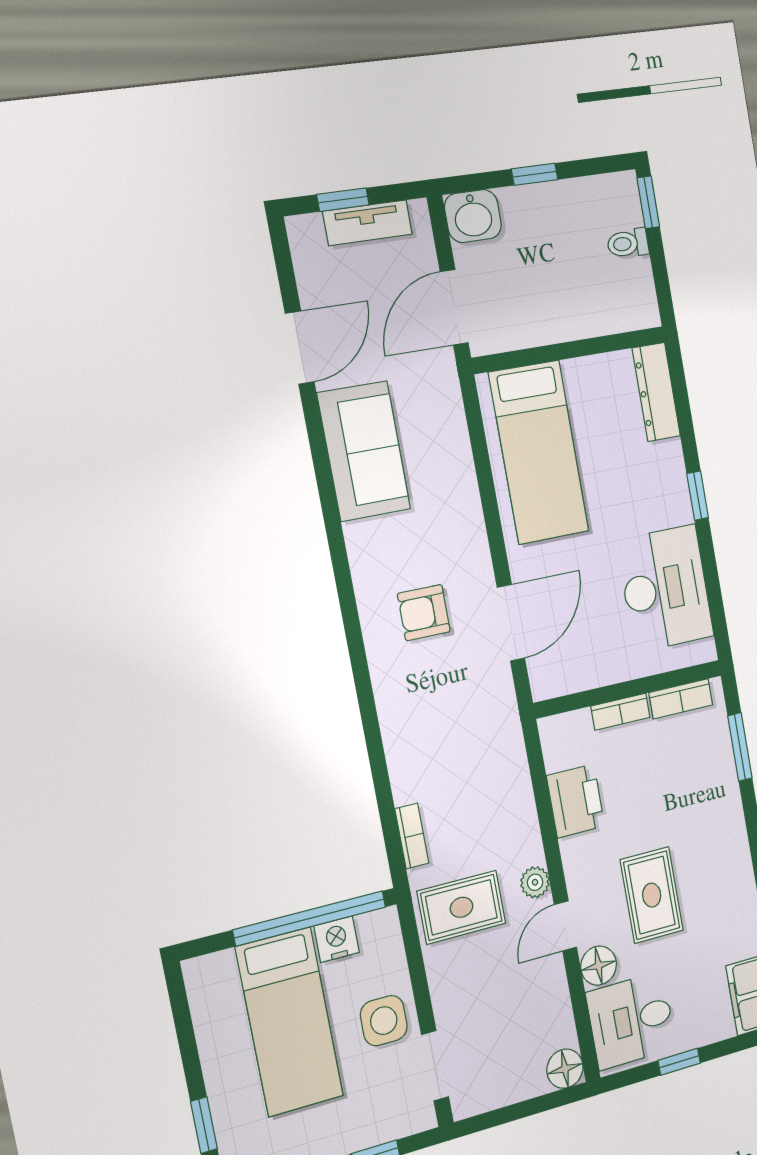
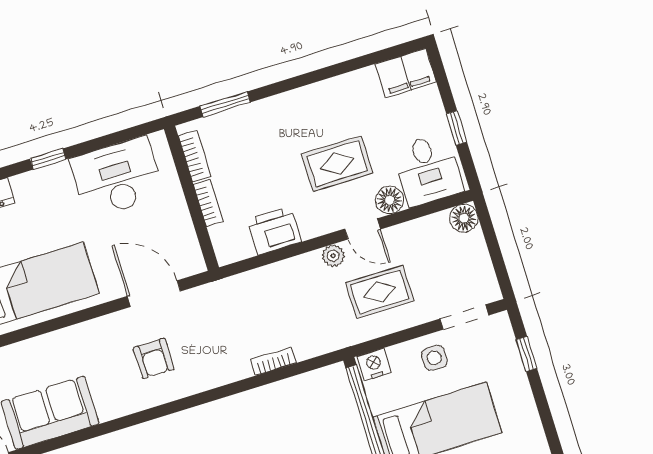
bookcase: (412, 836) -> (273, 361), moved
rug: (461, 907) -> (380, 292), moved, turned 90
nightstand: (337, 939) -> (374, 364), moved, turned 90
side table: (384, 1021) -> (434, 358), width x0.73, depth x0.73

